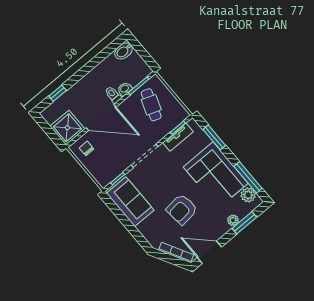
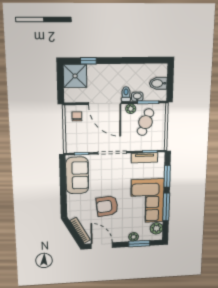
bidet: (124, 51) -> (158, 83), moved
plant: (128, 104) -> (131, 109), added
shower: (67, 128) -> (75, 76), moved
window: (248, 177) -> (166, 207), moved

